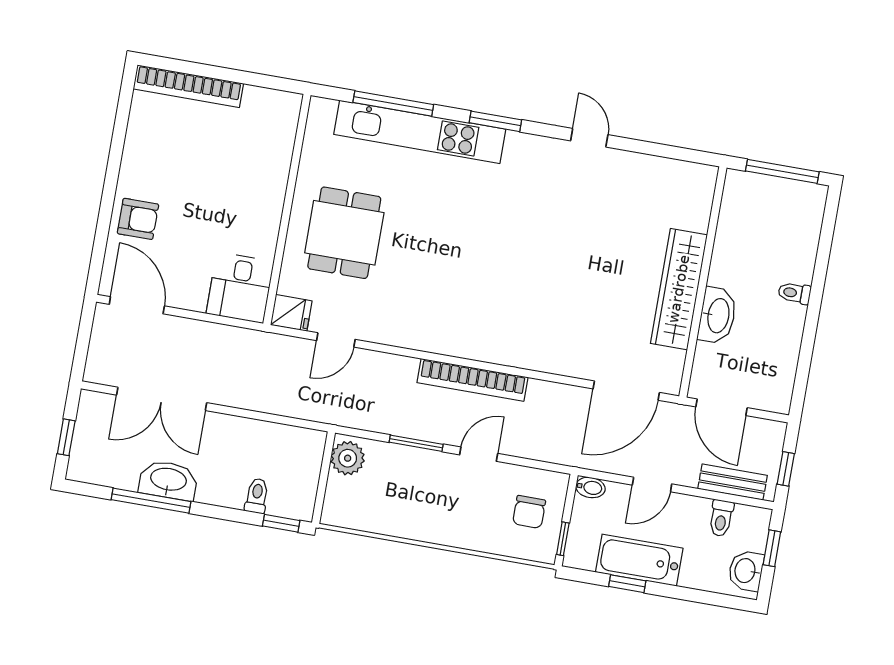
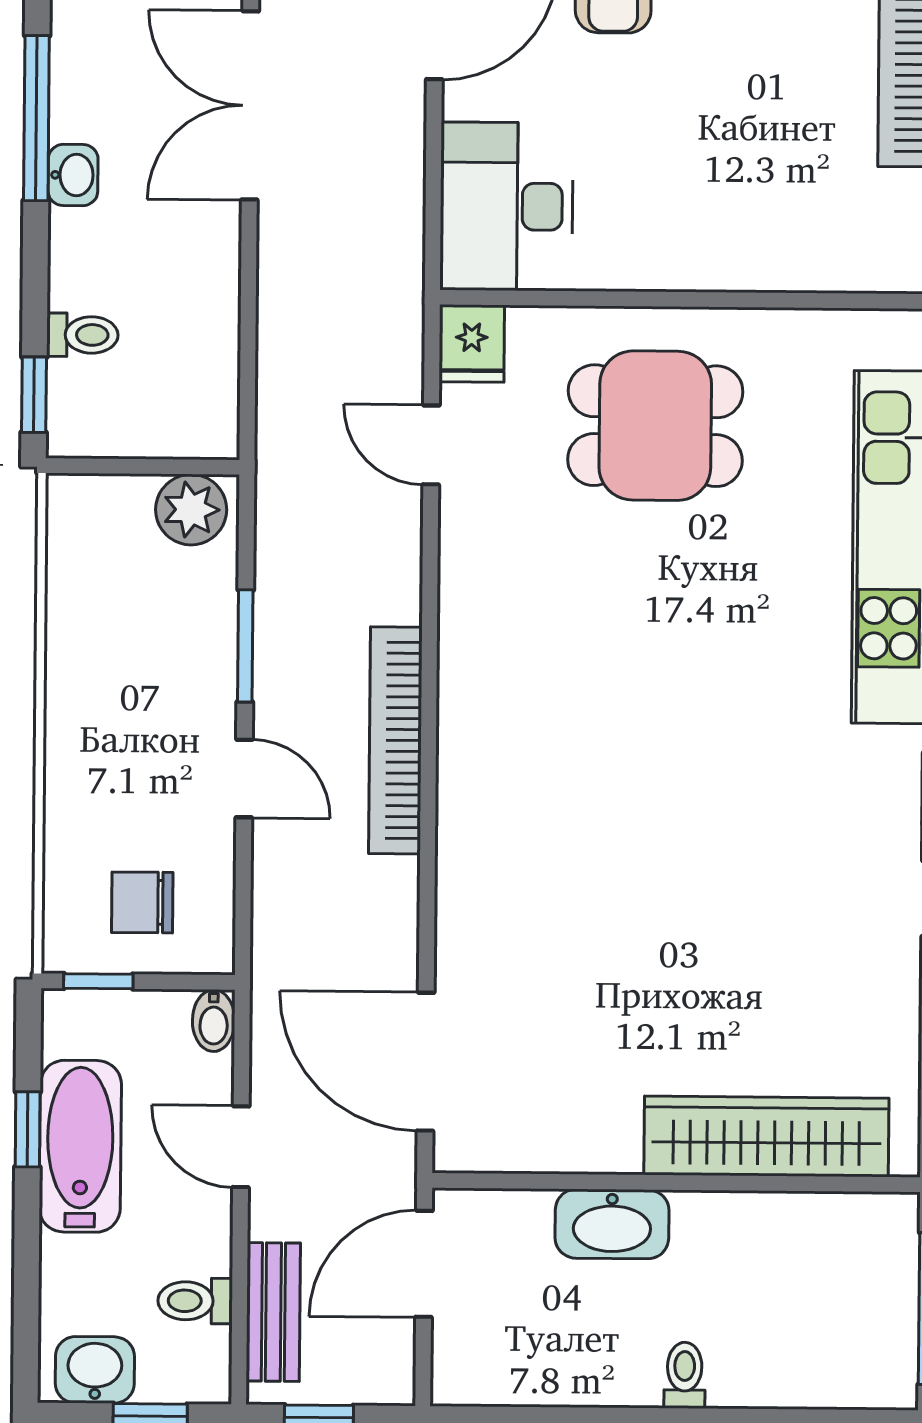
desk: (240, 288) -> (507, 206), width x1.37
wardrobe: (679, 289) -> (766, 1136), moved
washbasin: (168, 480) -> (73, 175), width x0.52, depth x0.69

